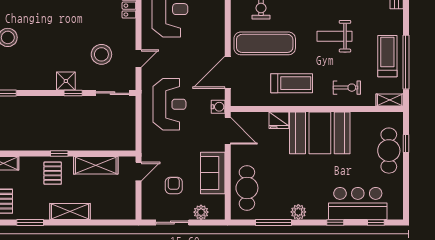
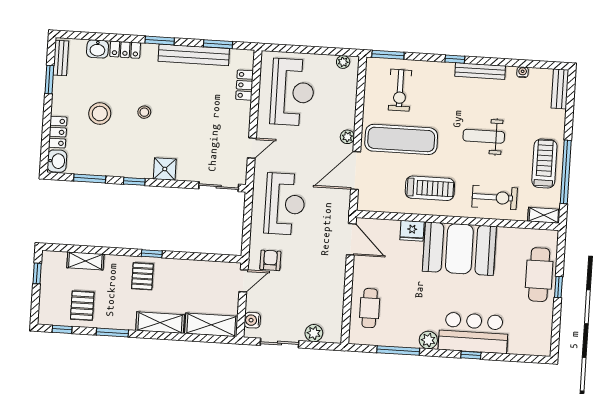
plant: (219, 44) -> (347, 137), added
stool: (101, 54) -> (144, 112), moved, width x0.53, depth x0.53
exercise bike: (347, 88) -> (495, 197), width x1.38, depth x1.39
window: (73, 93) -> (134, 181), moved
water cooler: (218, 107) -> (252, 320), moved, turned 180
window: (406, 144) -> (558, 287), moved
shelving: (96, 165) -> (211, 325), moved
sofa: (213, 173) -> (331, 288), removed
armchair: (174, 185) -> (270, 260), moved
cafe table: (247, 188) -> (370, 308), width x0.73, depth x0.74
bar counter: (358, 203) -> (473, 333), moved
window: (376, 222) -> (519, 358), removed

